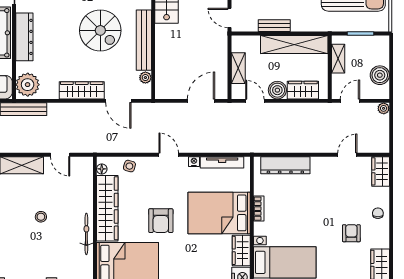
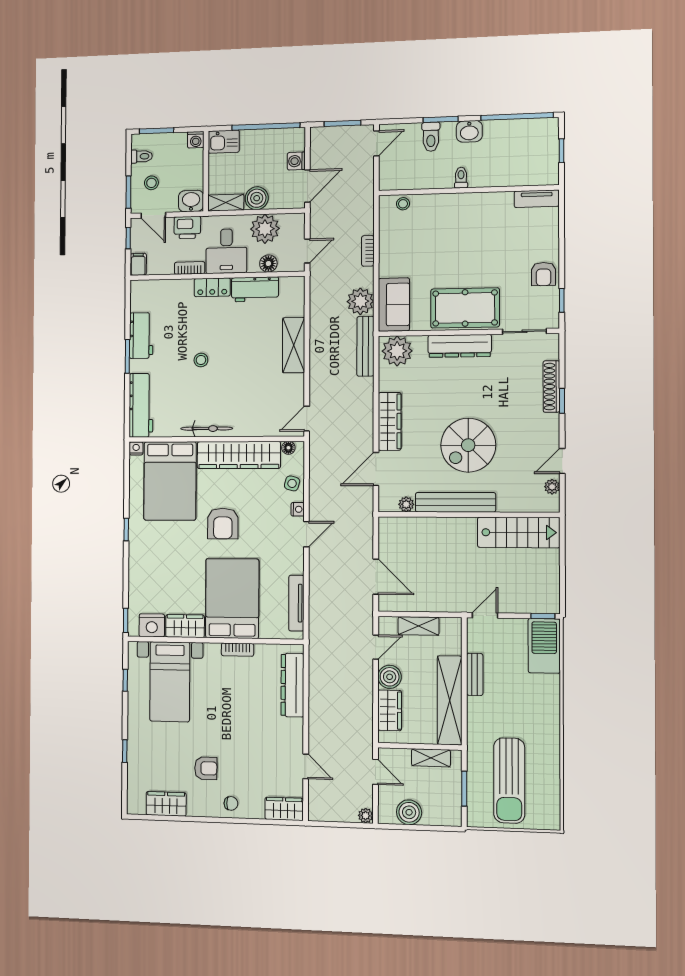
door: (60, 155) -> (307, 419), moved
nightstand: (194, 162) -> (298, 509), moved
stool: (41, 217) -> (201, 360), moved
armchair: (161, 221) -> (223, 524), turned -90

